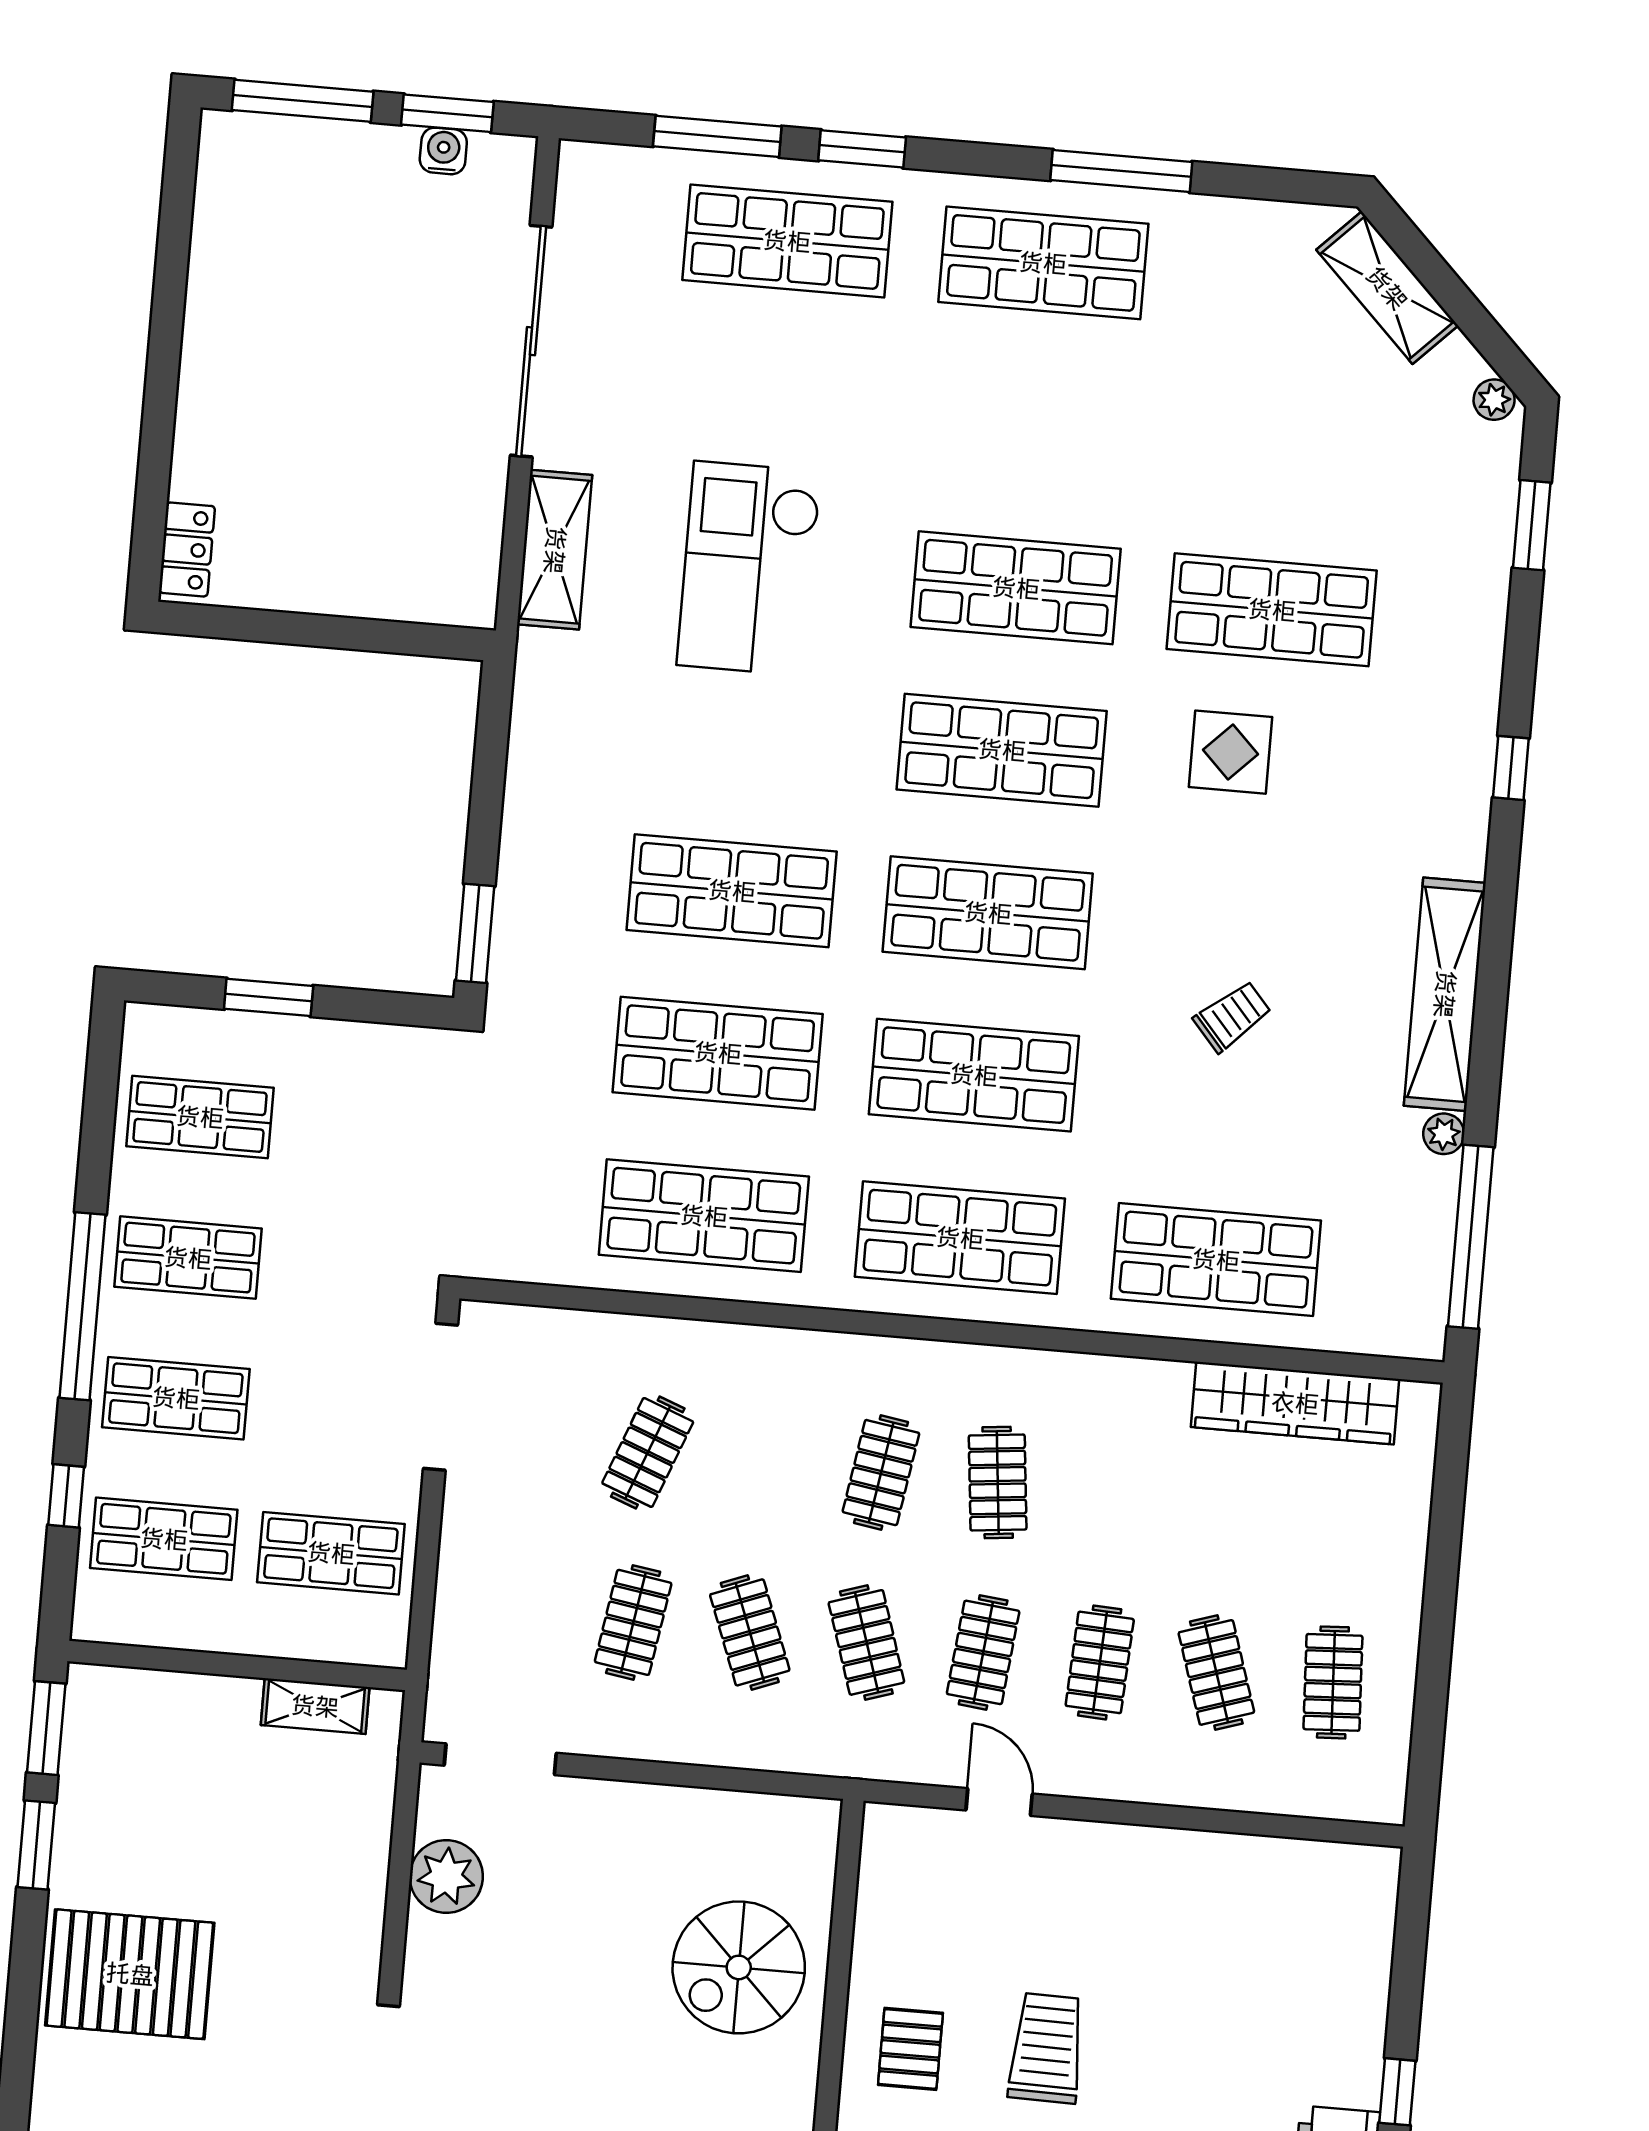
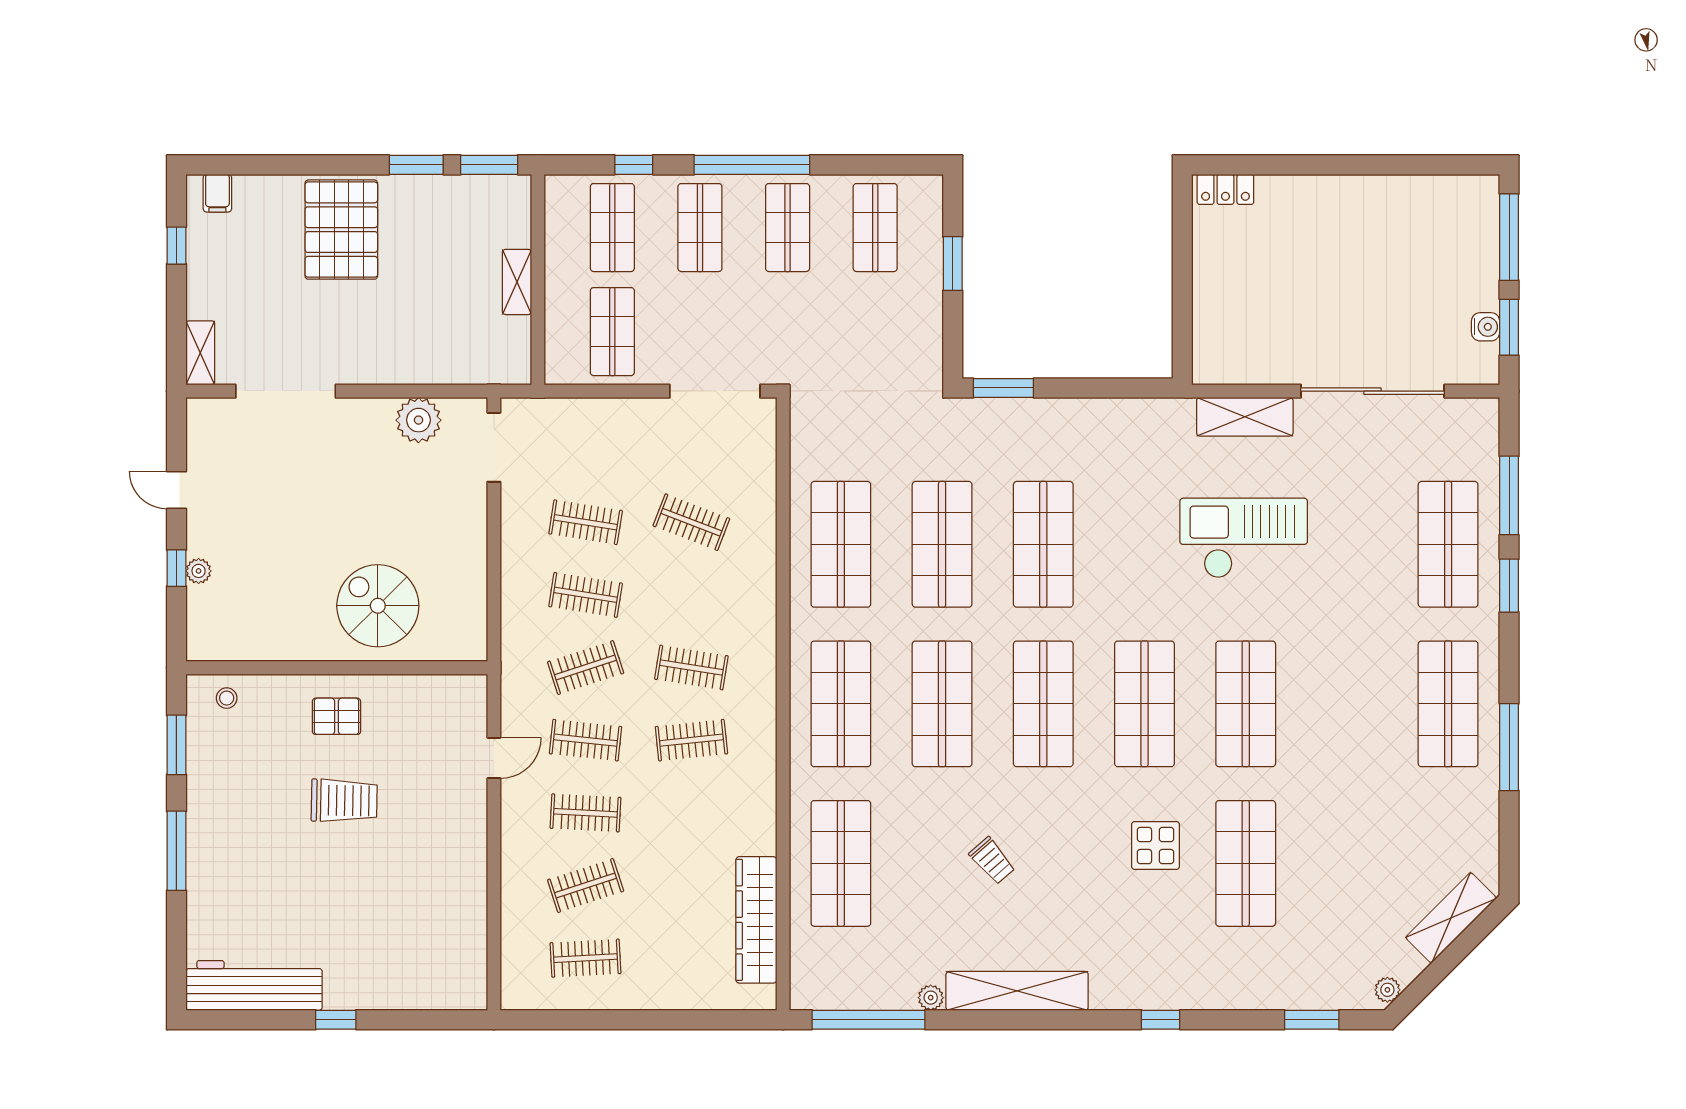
clothes rail: (750, 1632) -> (586, 595), turned 30
shelving: (315, 1706) -> (517, 282), moved

